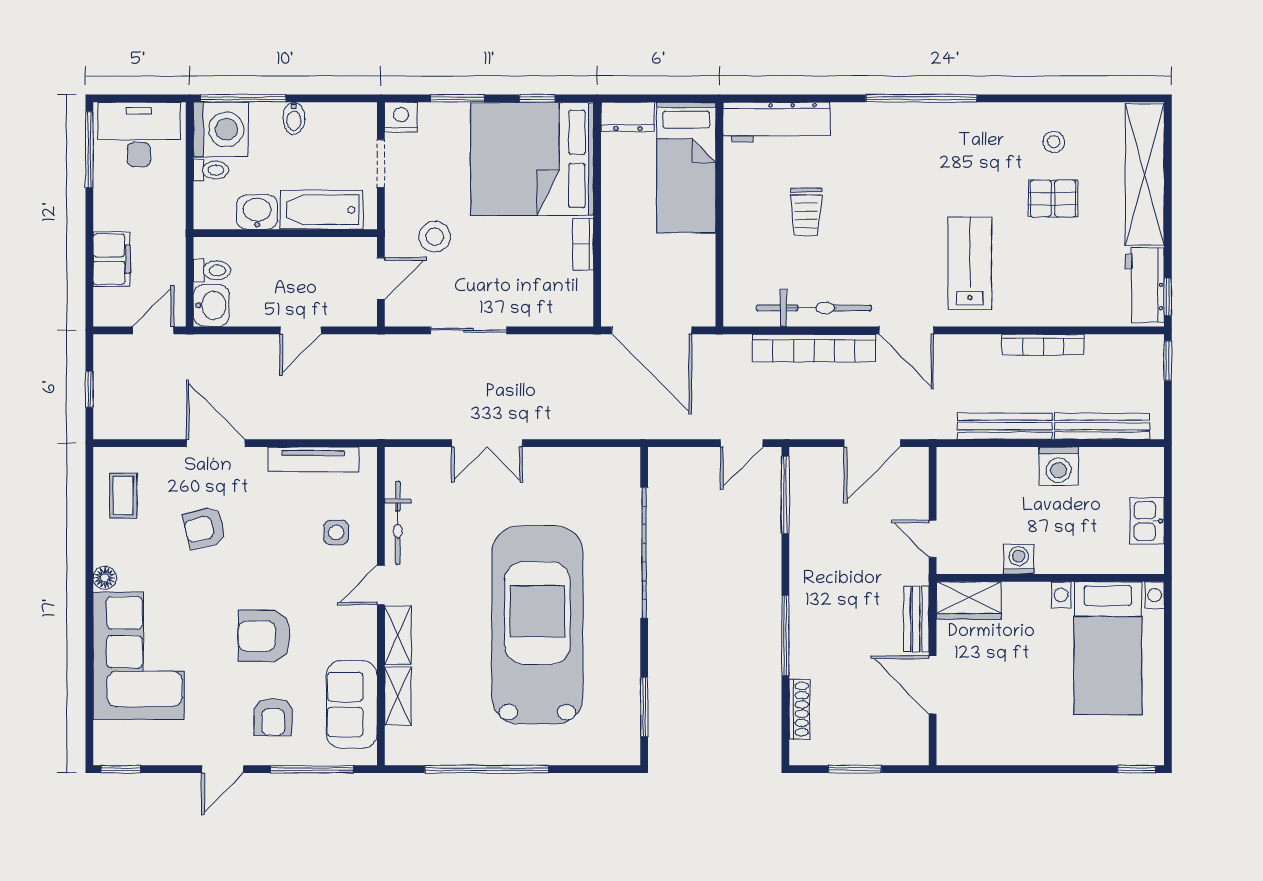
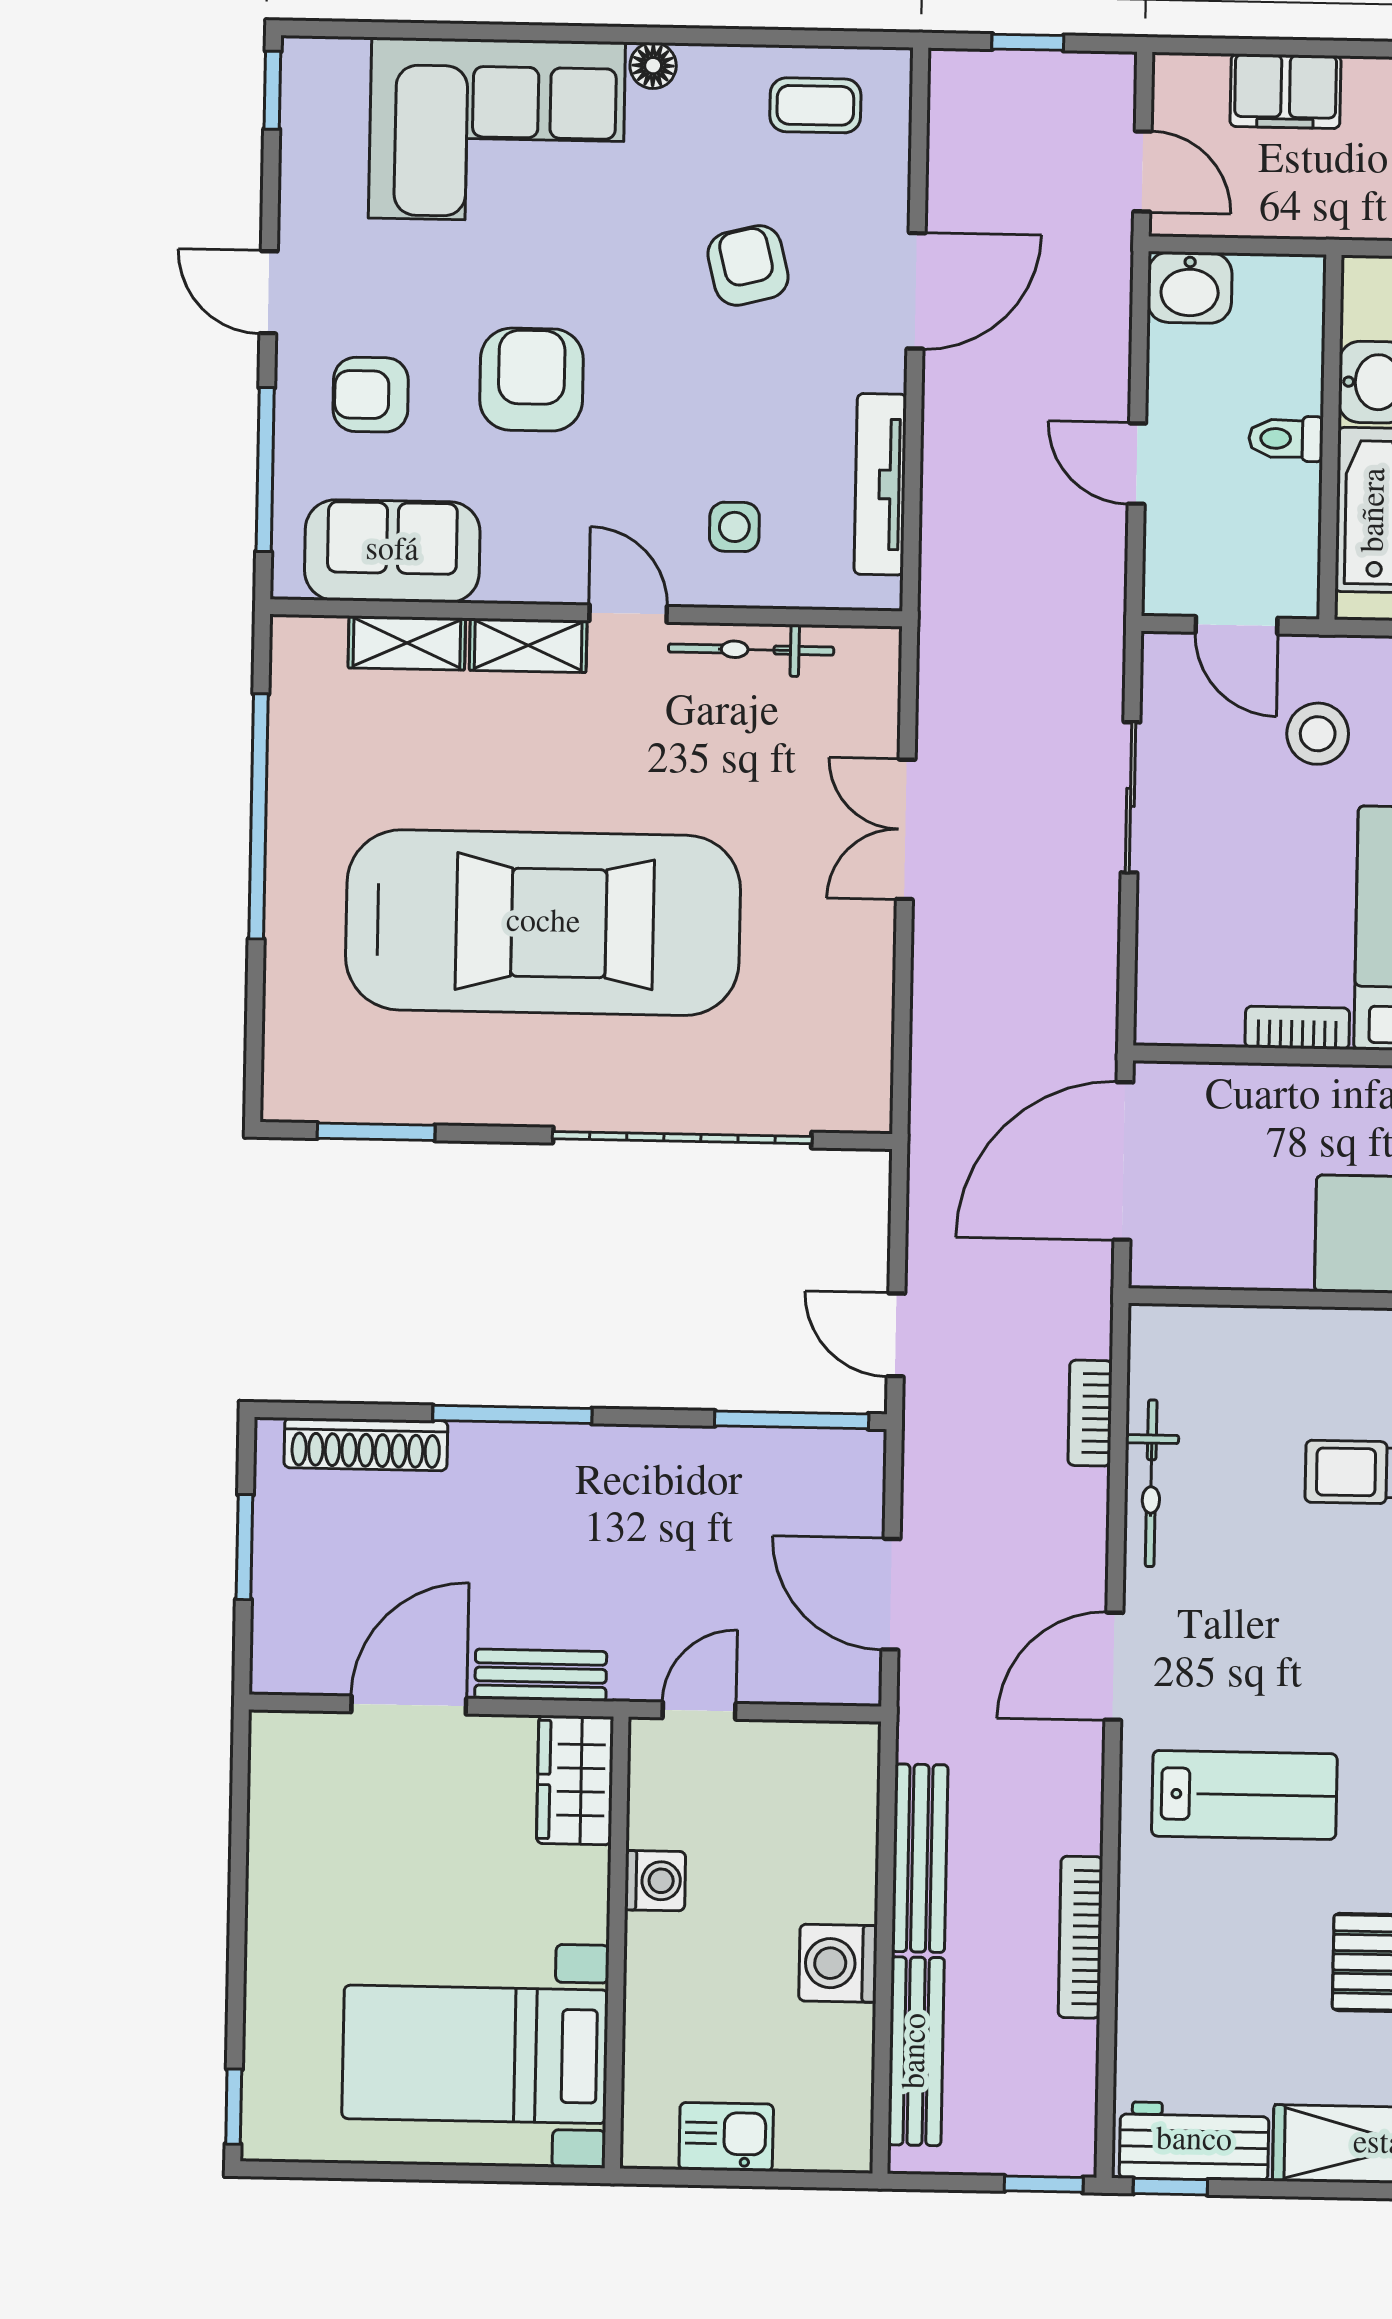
toilet: (212, 270) -> (1286, 439), moved, turned 90
bicycle: (814, 308) -> (1151, 1483), width x0.73, depth x0.71
bookcase: (814, 348) -> (1090, 1413), width x0.43, depth x0.76
shoe rack: (799, 709) -> (366, 1444), width x1.36, depth x1.24

